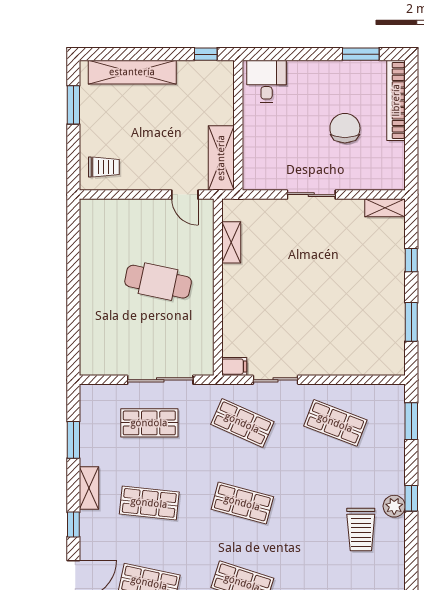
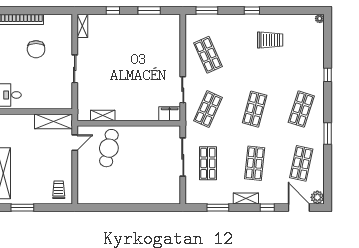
chair: (345, 128) -> (36, 49), turned -90
cafe table: (158, 282) -> (109, 148), moved
filing cabinet: (234, 367) -> (170, 114), width x2.00
shop shelf: (335, 423) -> (208, 55), turned -45
plant: (394, 506) -> (256, 20), removed

